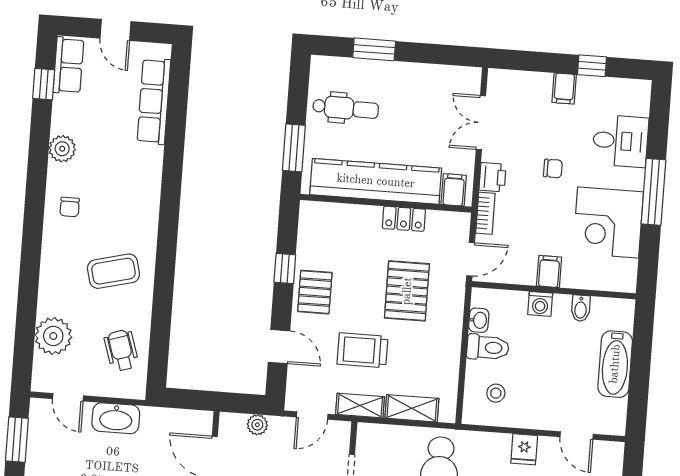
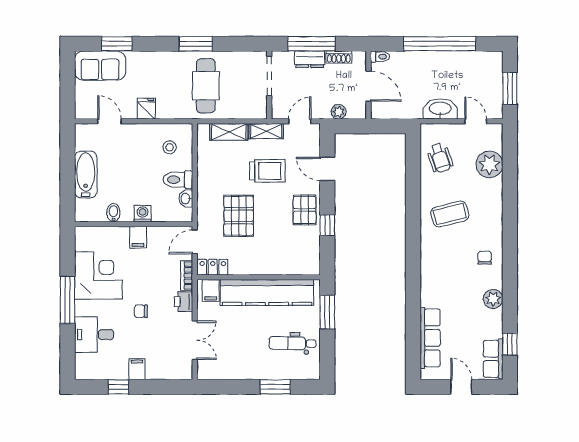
locker: (404, 219) -> (213, 267), moved

